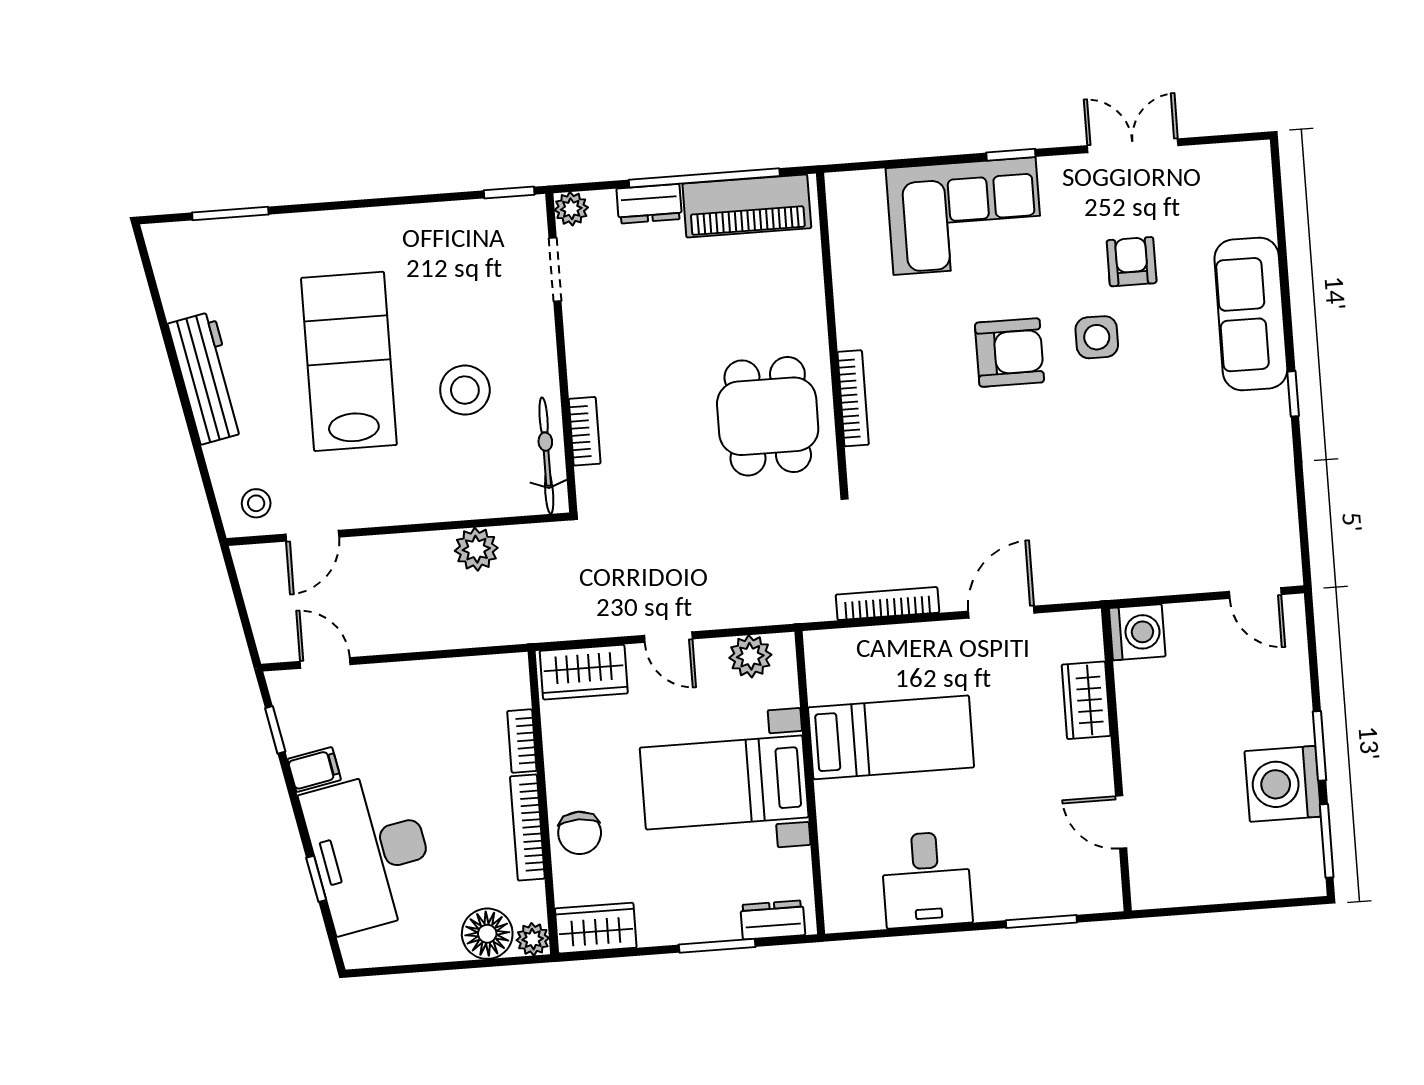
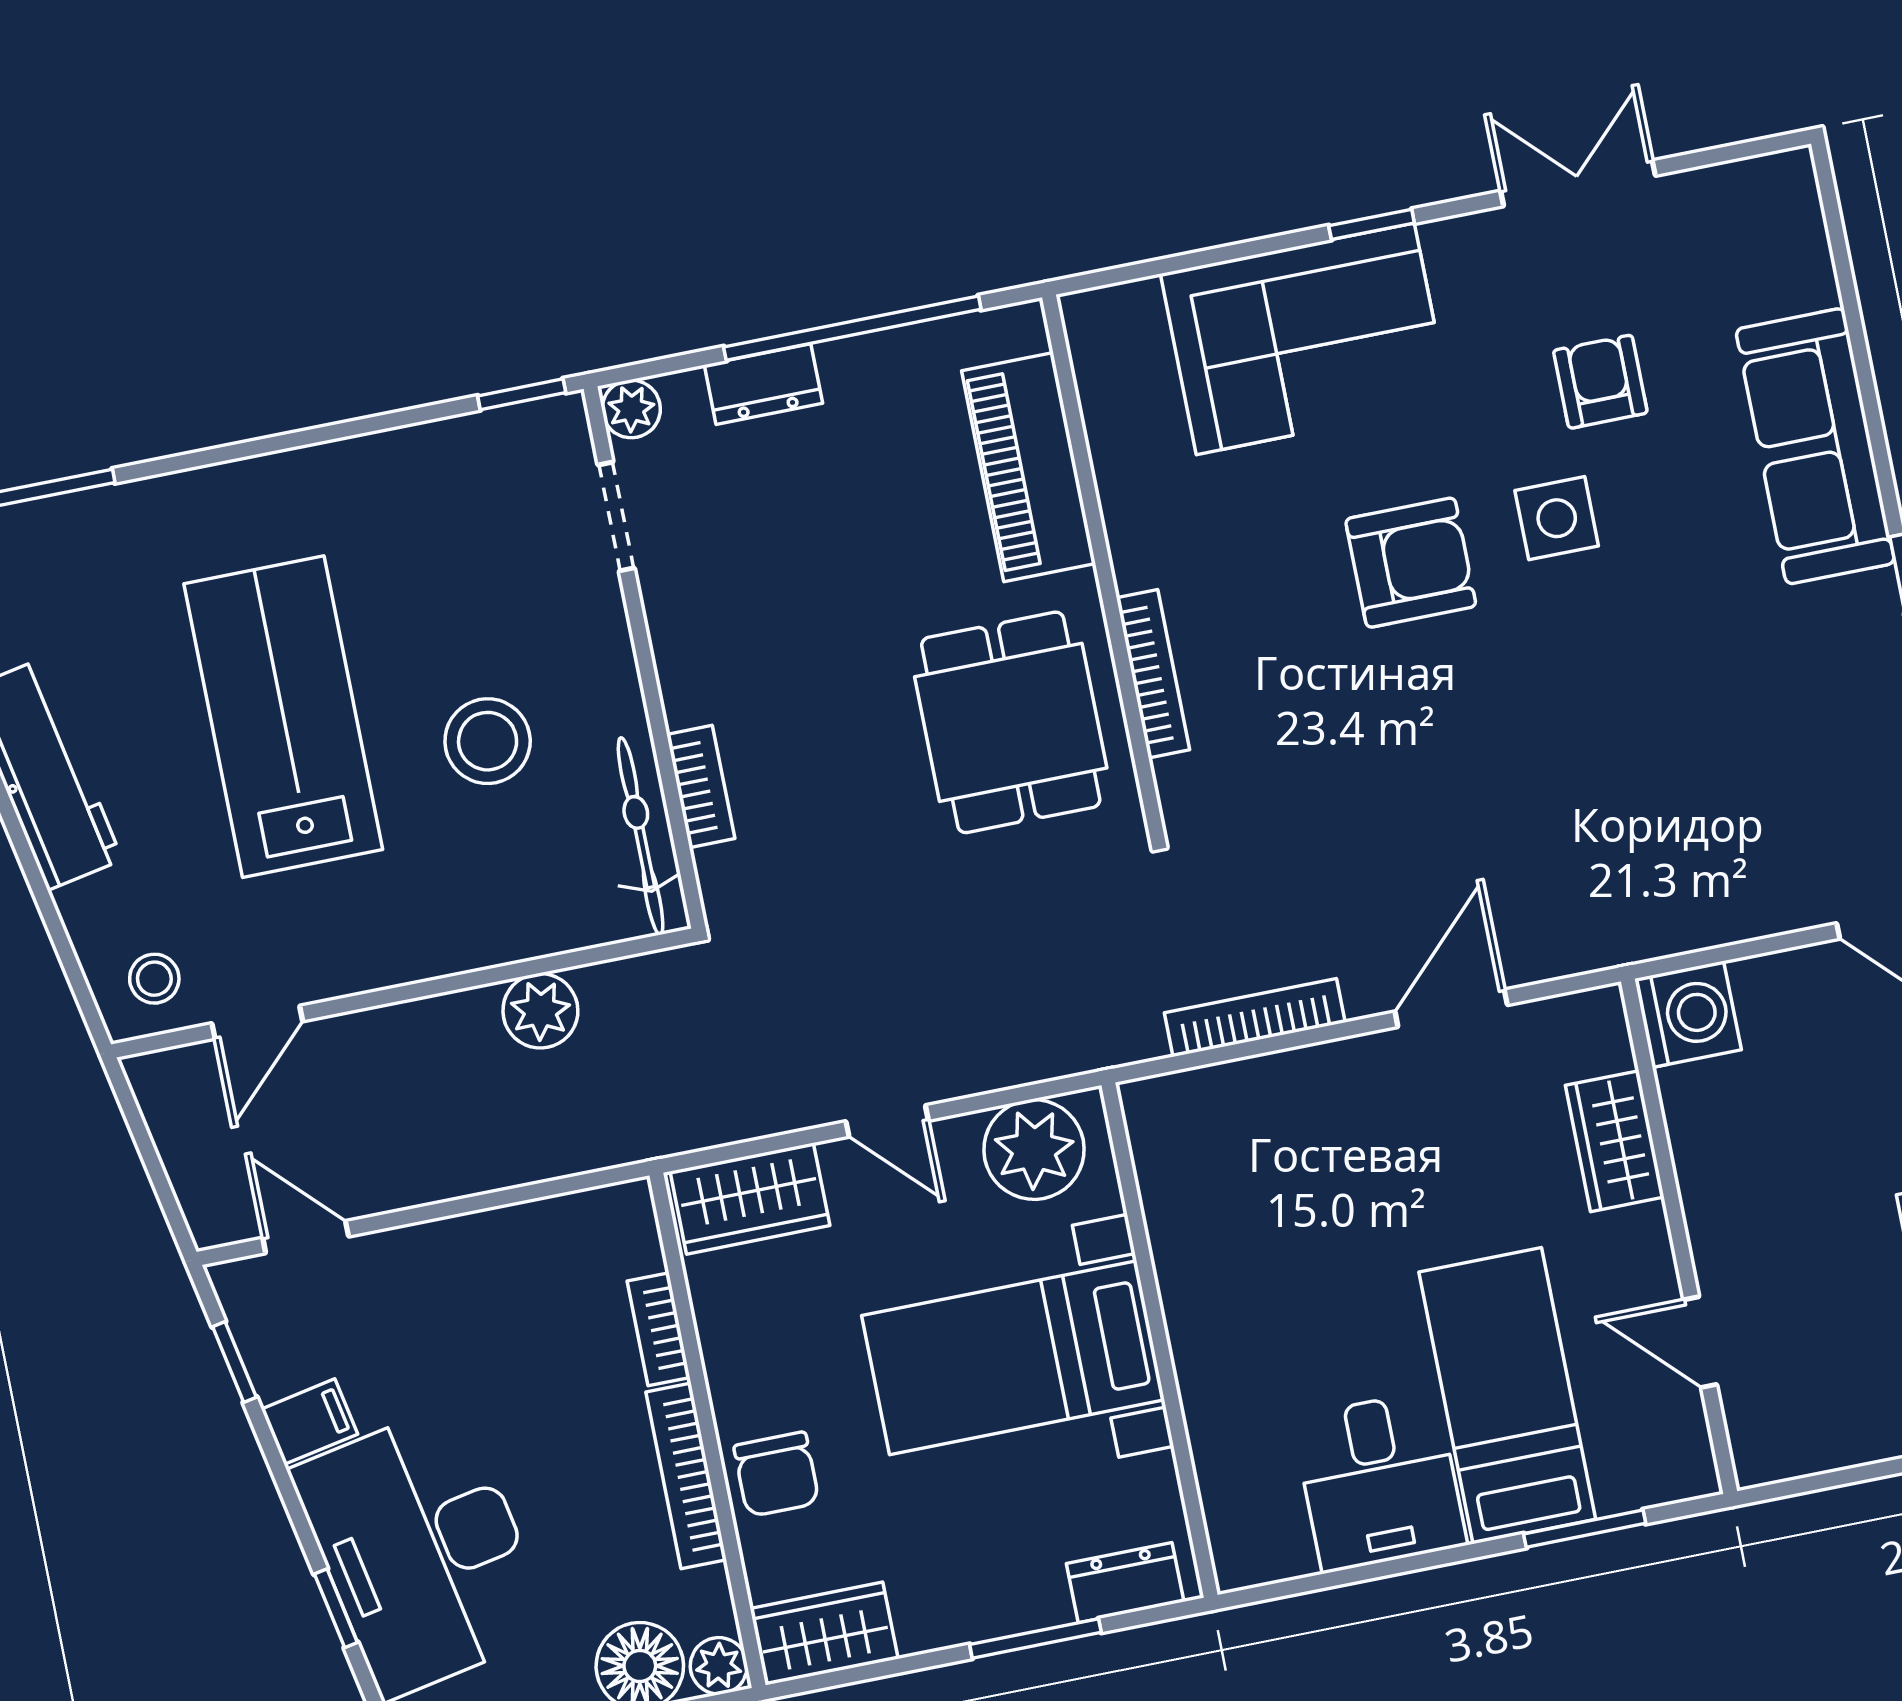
piano: (747, 206) -> (1029, 467), moved, turned 90
plant: (750, 656) -> (1034, 1150), width x1.36, depth x1.36
bed: (891, 737) -> (1507, 1396), moved, turned -90

